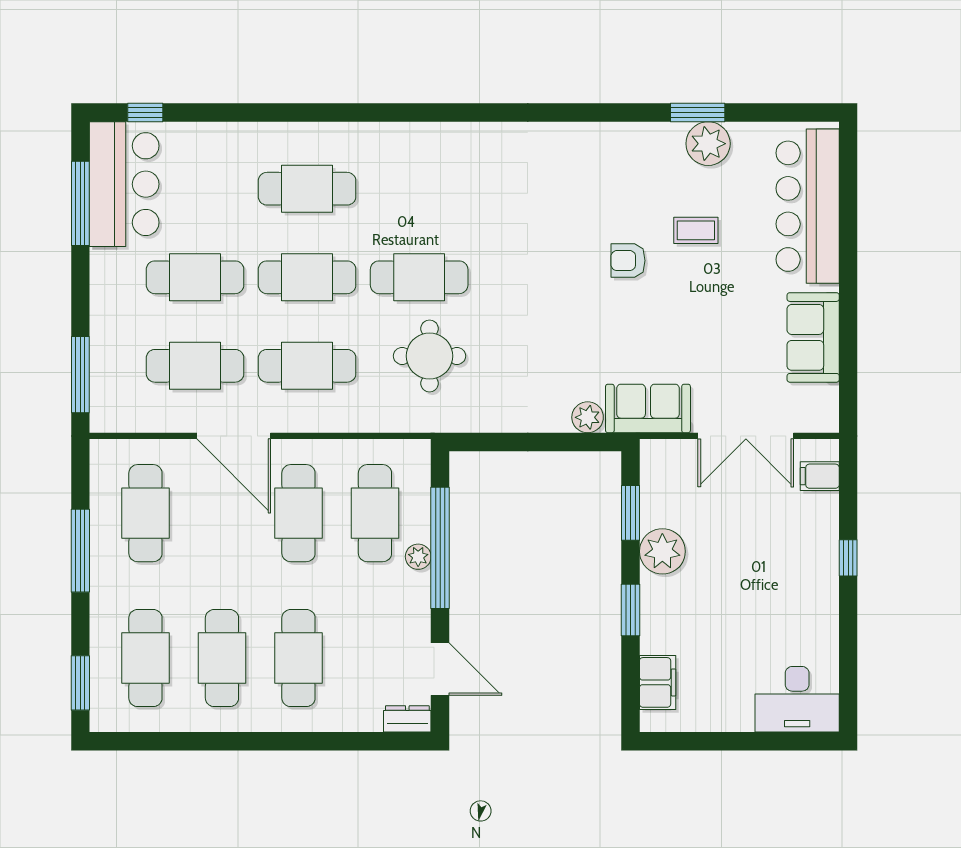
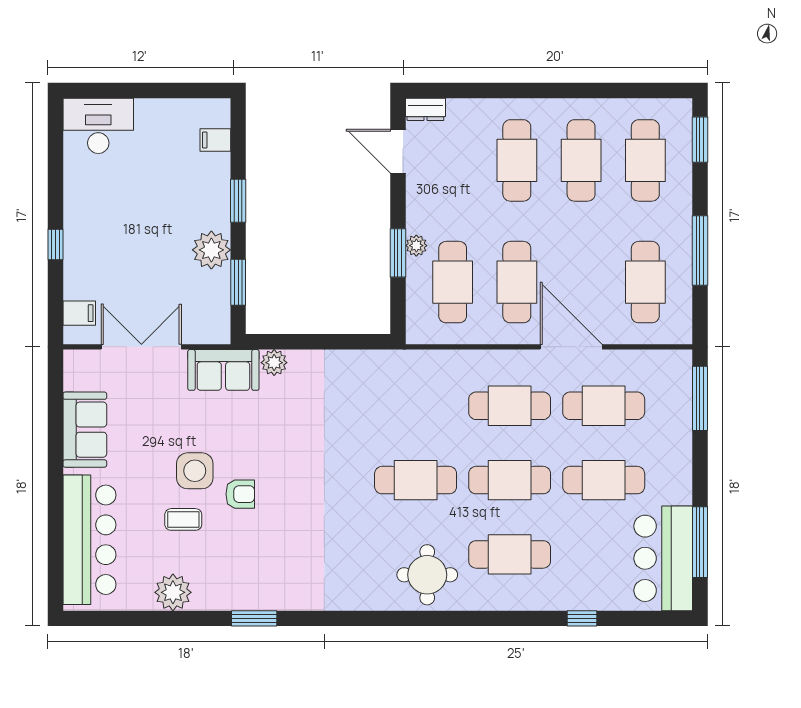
window: (145, 113) -> (582, 618), moved
window: (698, 113) -> (254, 618), moved
side table: (682, 288) -> (195, 471), added
round table: (430, 356) -> (427, 575), moved
window: (440, 548) -> (398, 253), width x0.47
filing cabinet: (658, 682) -> (215, 140), width x0.50

